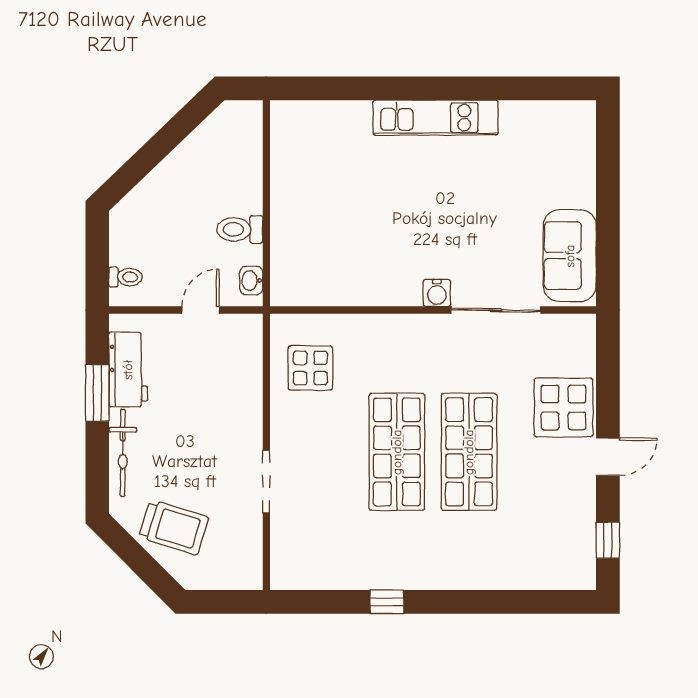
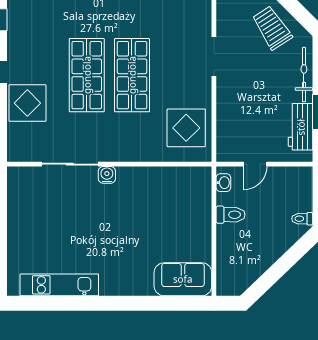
kitchen unit: (436, 118) -> (59, 285), moved
sofa: (570, 256) -> (183, 279), moved, turned -90
toilet: (126, 277) -> (302, 219), moved
display table: (310, 368) -> (186, 128), width x1.36, depth x1.36
trolley: (174, 527) -> (272, 28), turned 40

